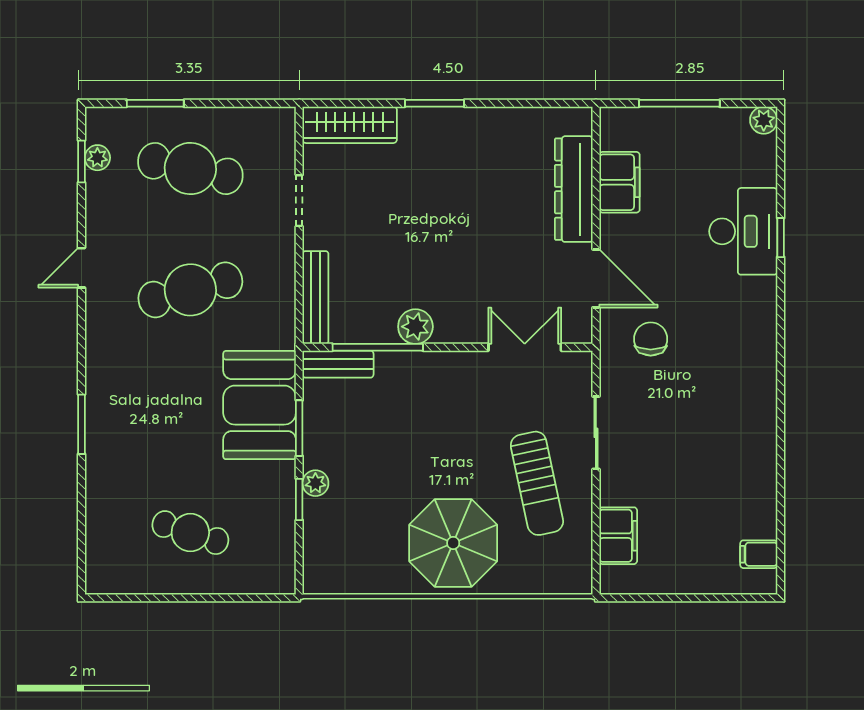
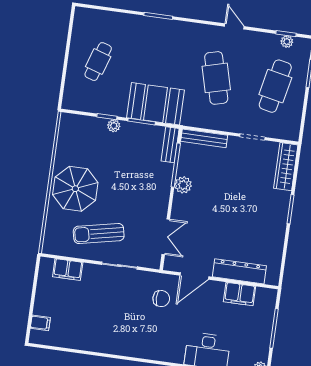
filing cabinet: (759, 554) -> (40, 323), moved, turned 90

